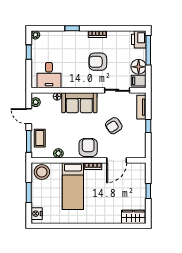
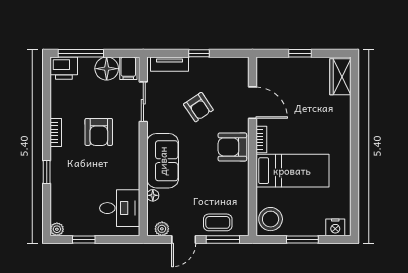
plant: (58, 153) -> (242, 193), removed

